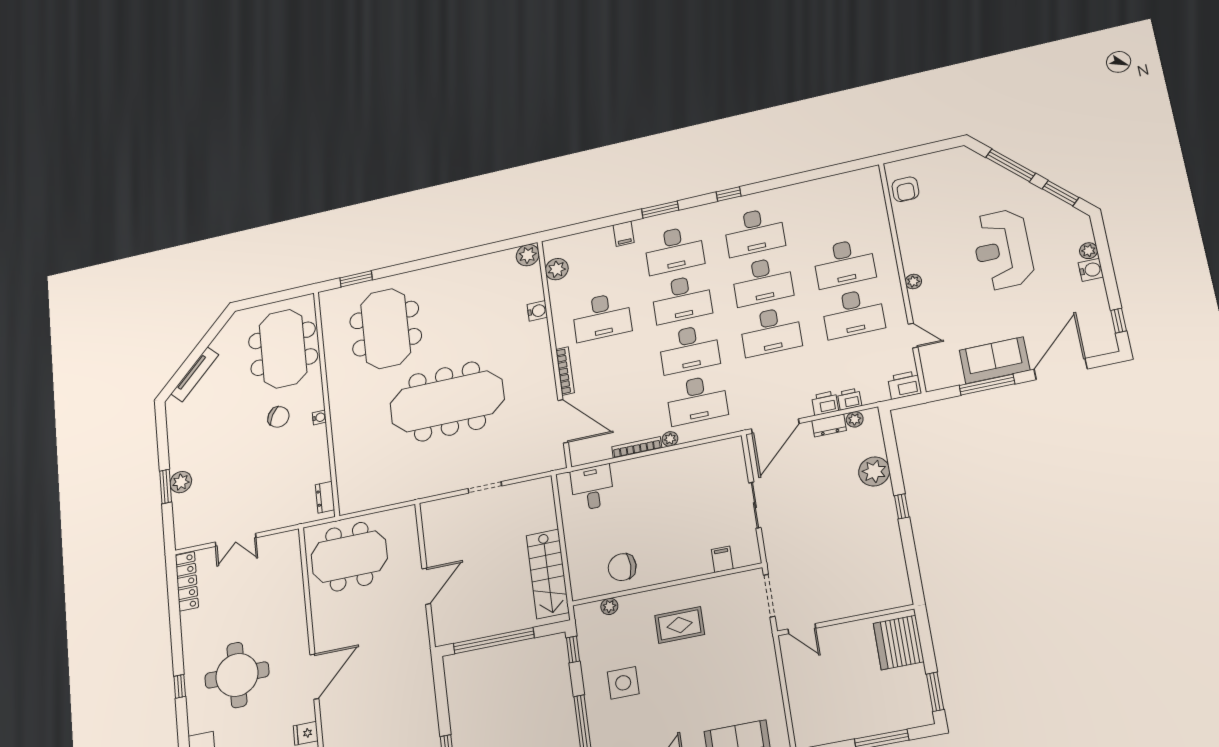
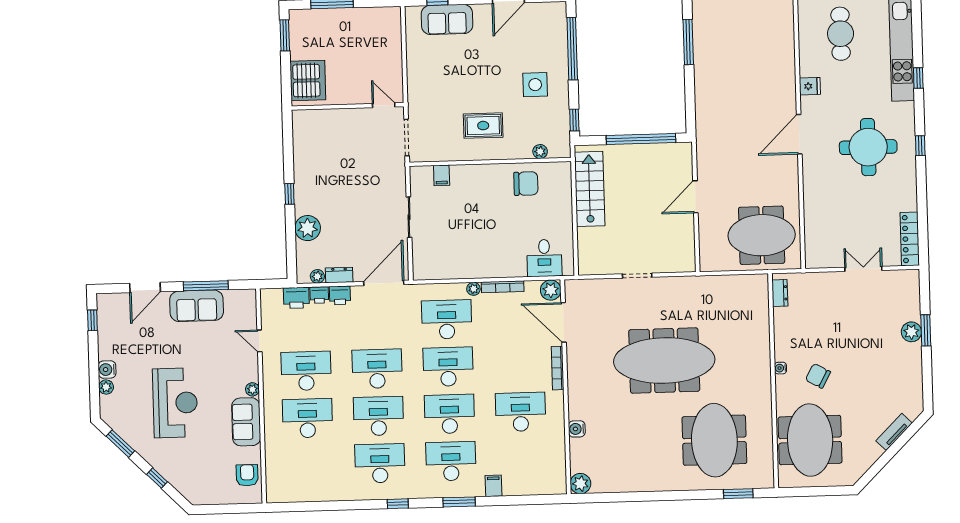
window: (1011, 165) -> (157, 478), width x0.46
sofa: (915, 245) -> (246, 422), added
plant: (557, 269) -> (551, 290), moved
door: (1061, 369) -> (145, 288), width x0.73
tv unit: (195, 374) -> (894, 432), width x0.71
printer: (904, 385) -> (296, 298), moved

